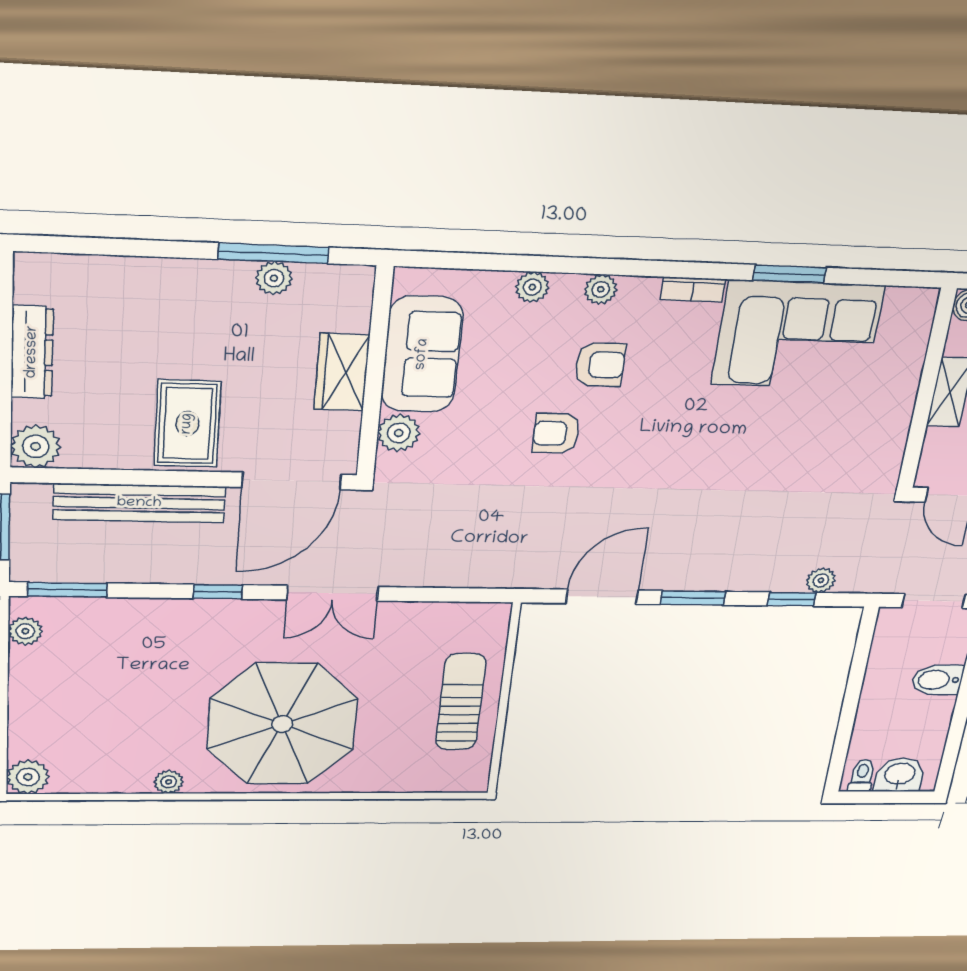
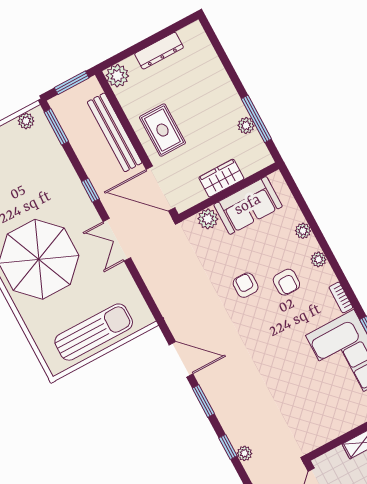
rug: (187, 424) -> (162, 130), turned 90
sun lounger: (461, 702) -> (94, 332), width x1.36, depth x1.34

